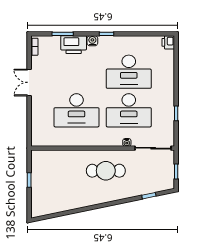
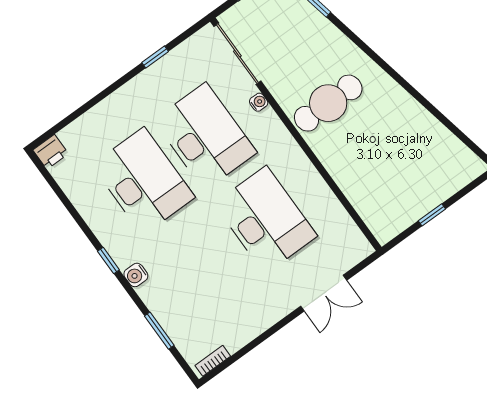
printer: (74, 45) -> (164, 300), removed
double door: (29, 82) -> (324, 293), moved
cafe table: (106, 171) -> (328, 103), turned 90

